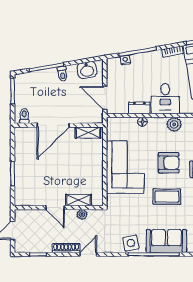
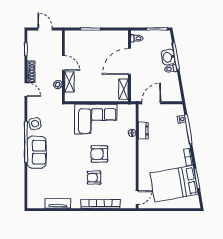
washbasin: (87, 70) -> (168, 57), moved
desk: (165, 99) -> (151, 151), removed
plant: (174, 124) -> (130, 158), removed
door: (53, 125) -> (129, 61), hinge flipped
armchair: (169, 163) -> (99, 154), turned 90
coffee table: (167, 197) -> (72, 153), removed
door: (55, 208) -> (63, 63), swing flipped

